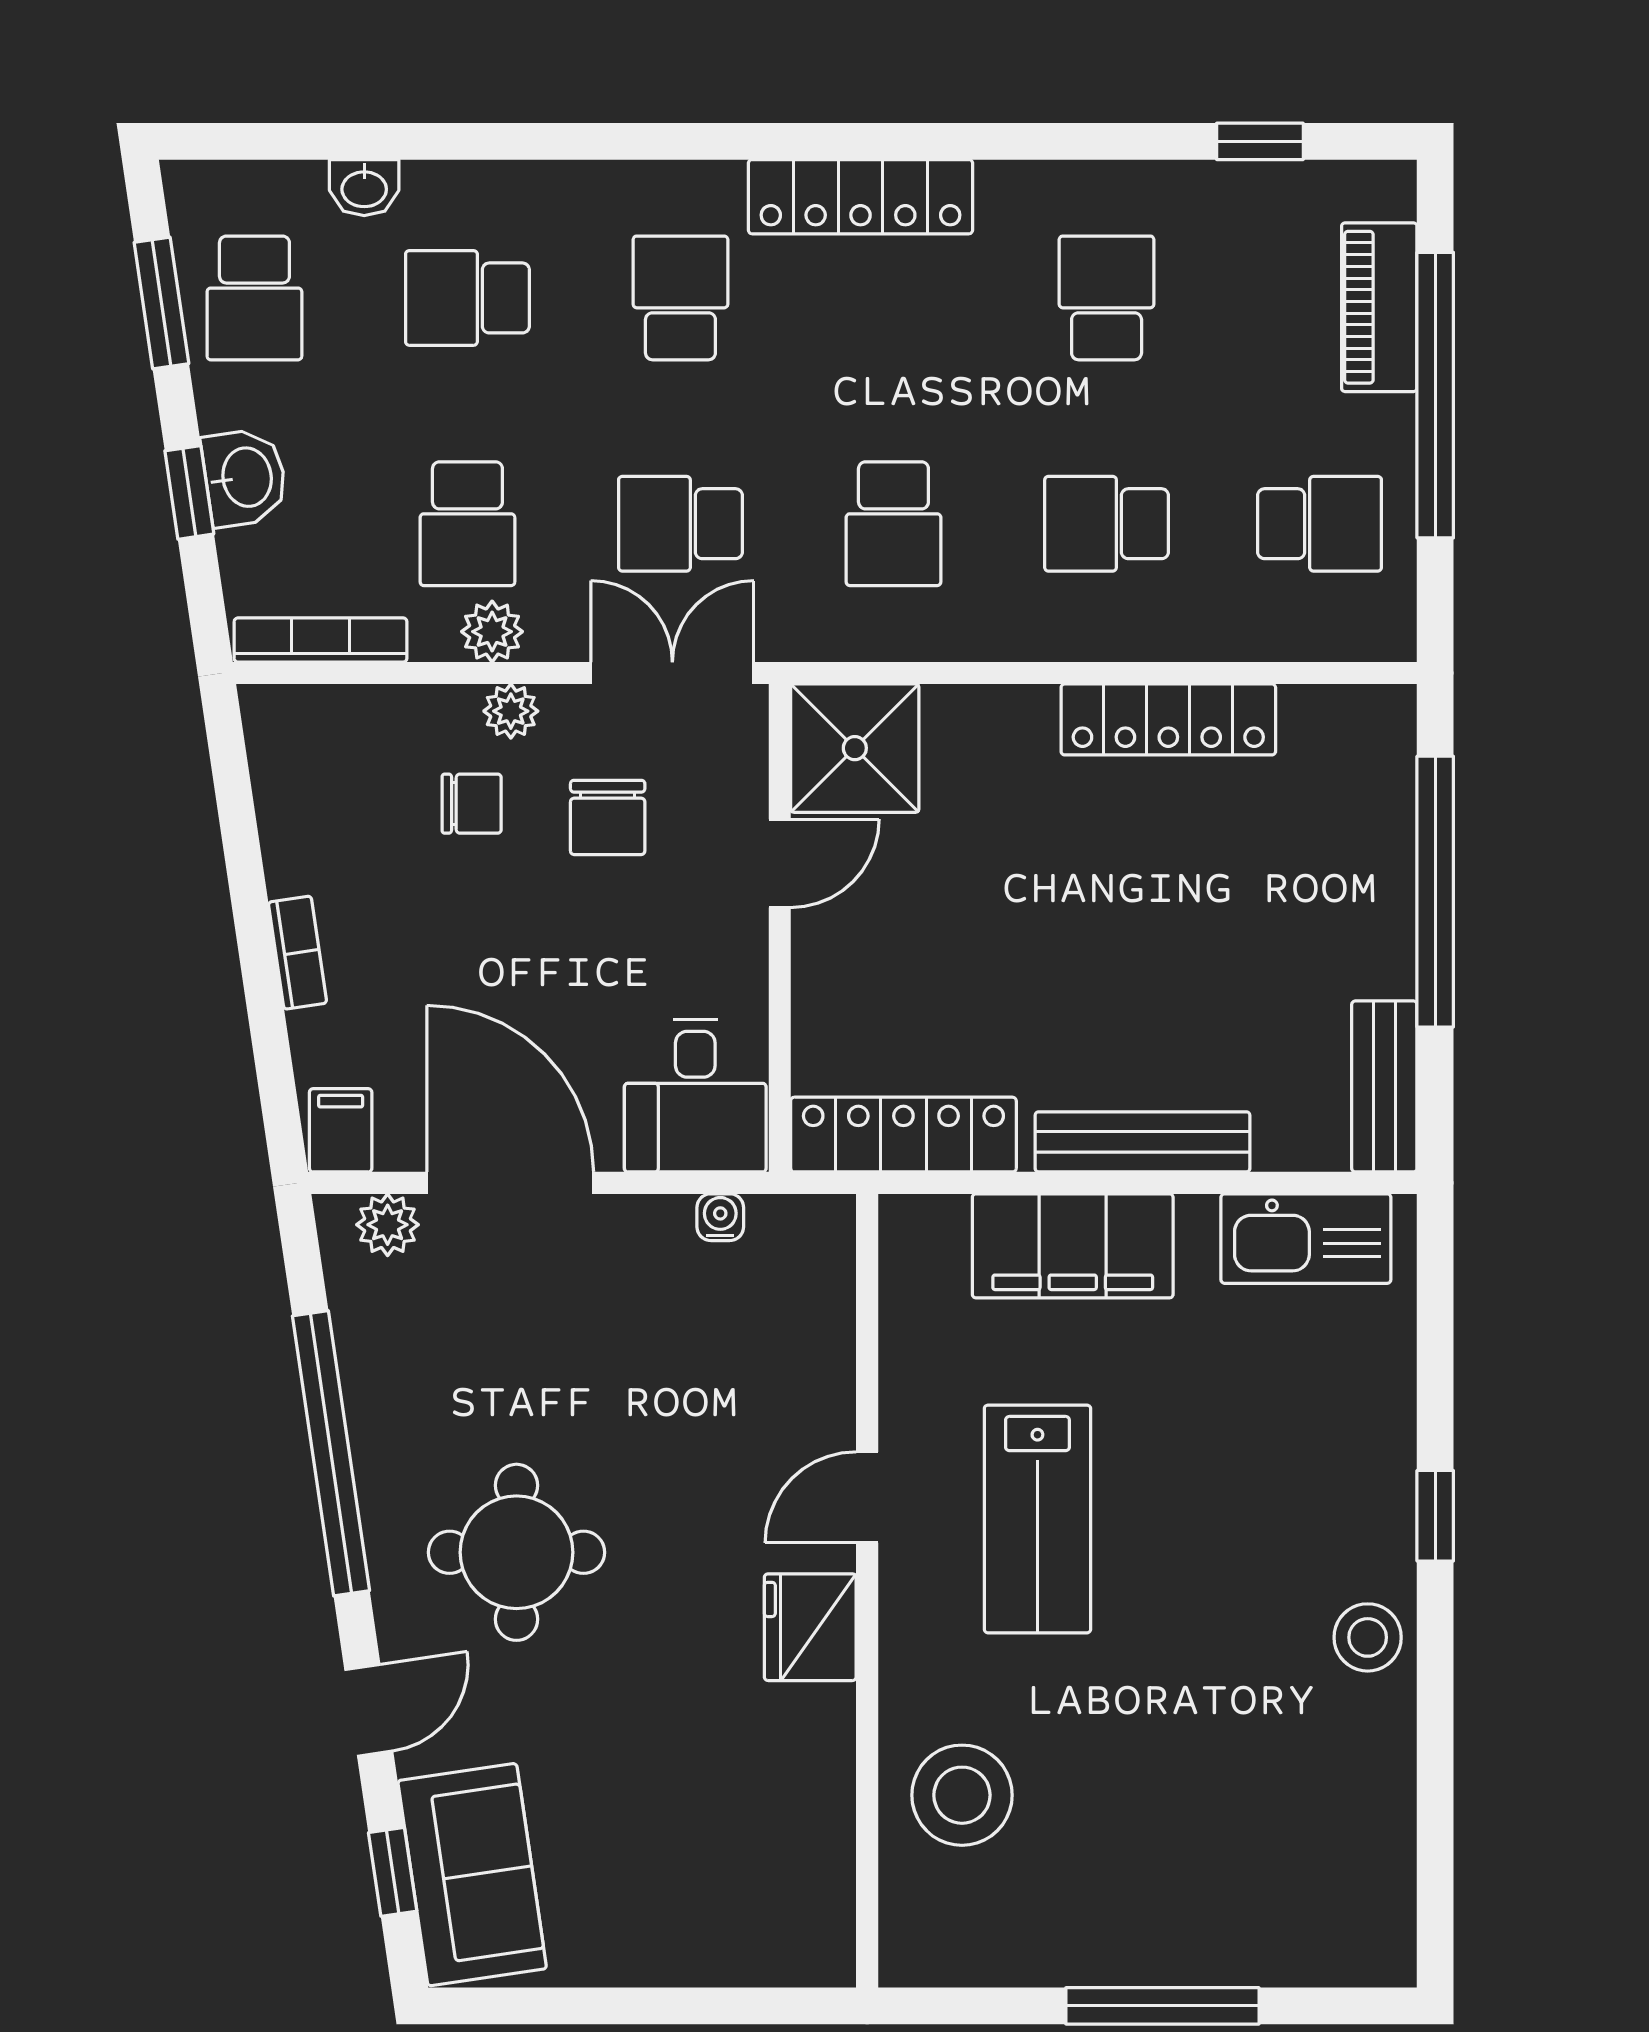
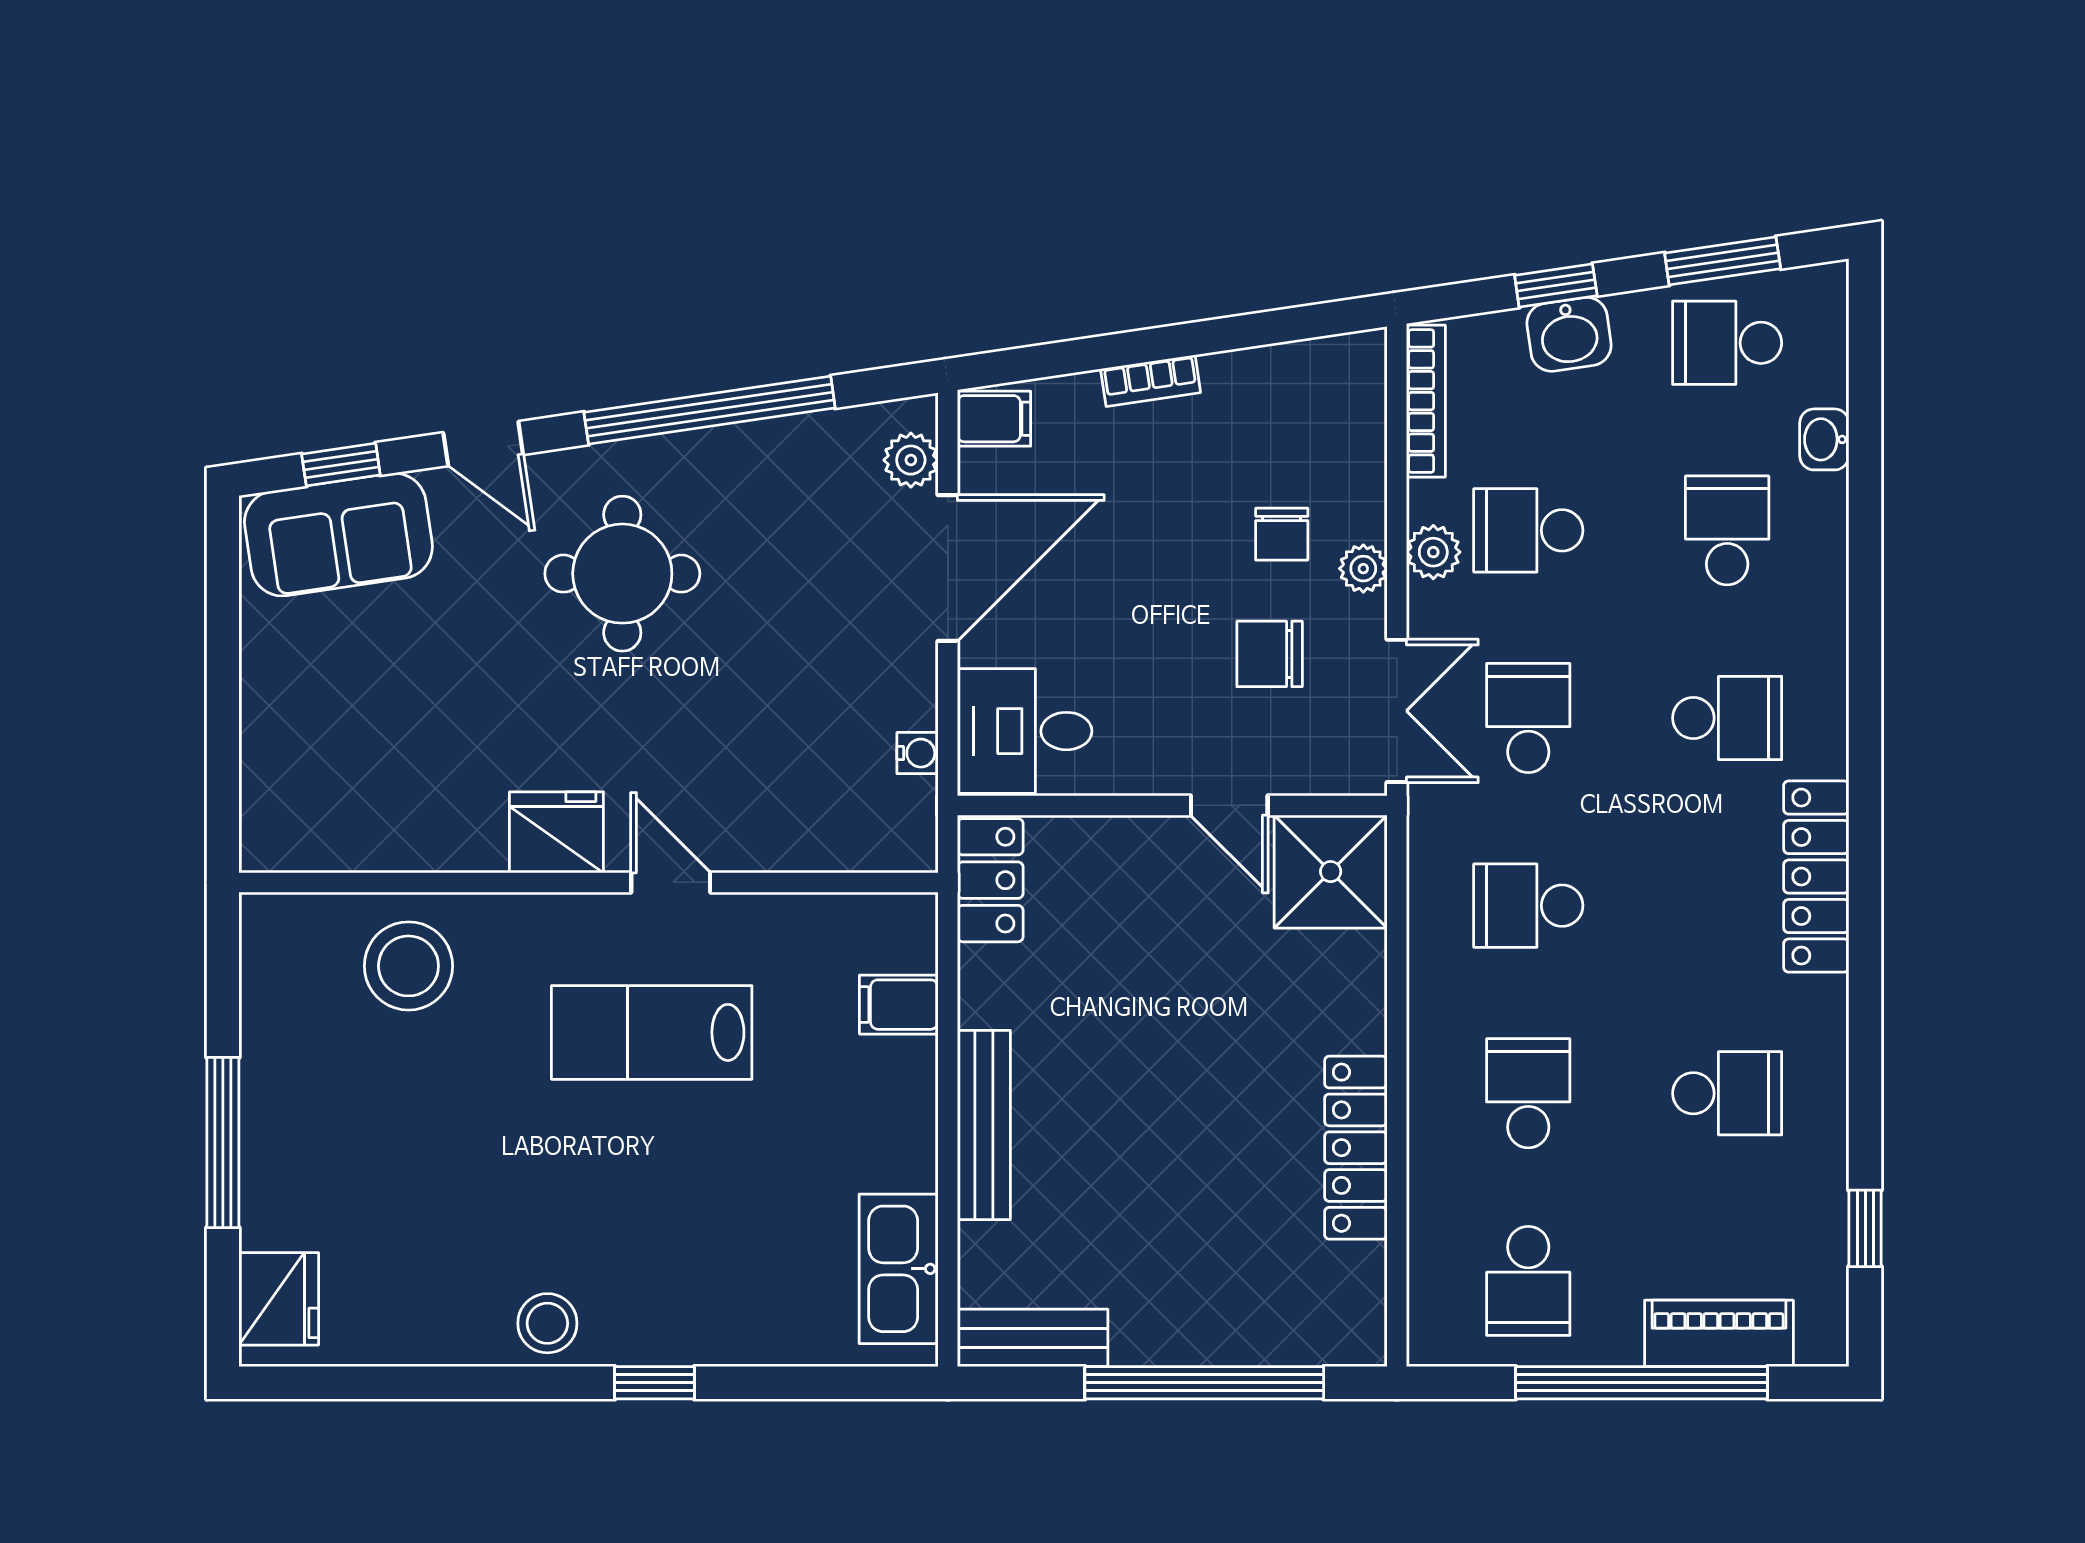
locker: (903, 1135) -> (990, 880), width x0.66
filing cabinet: (1073, 1246) -> (899, 1005), width x0.33, depth x0.86
fridge: (1340, 1942) -> (279, 1299), added

